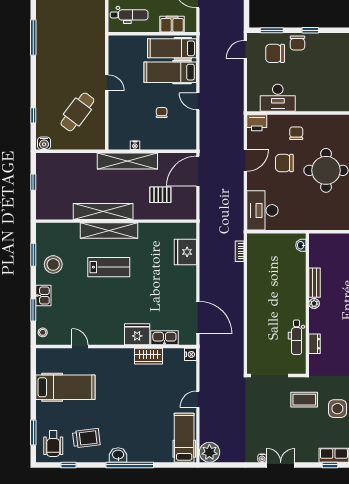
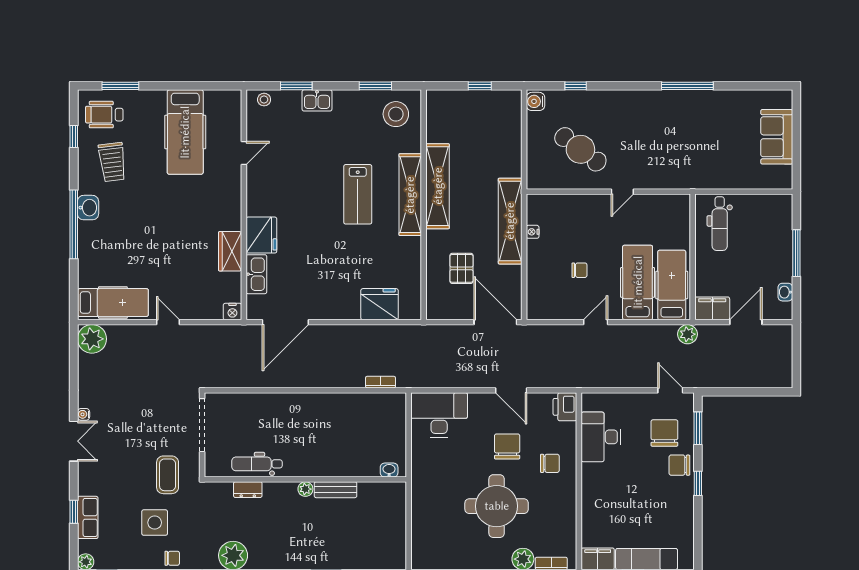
filing cabinet: (172, 24) -> (712, 308), moved, turned -90
plant: (206, 37) -> (688, 334), added
stool: (53, 264) -> (396, 114), moved

